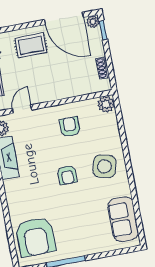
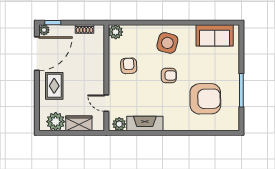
armchair: (70, 127) -> (129, 66), turned 87
armchair: (36, 237) -> (205, 99), moved

